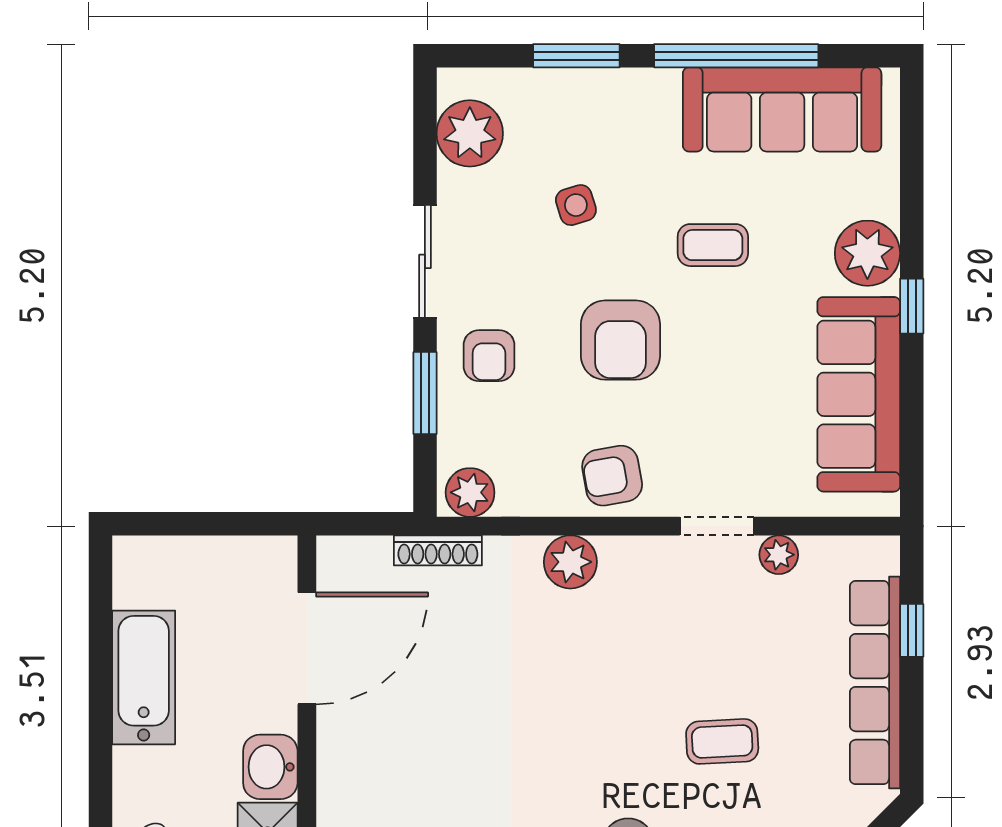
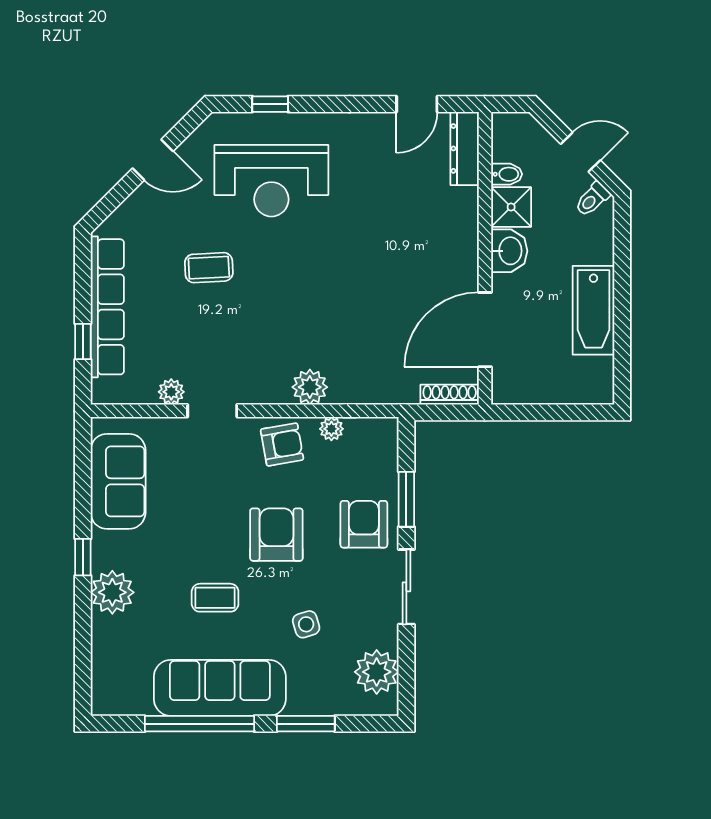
sofa: (782, 109) -> (220, 688), moved
armchair: (489, 356) -> (364, 524), width x1.38, depth x1.38
sofa: (859, 394) -> (118, 481), width x0.73
plant: (470, 492) -> (331, 429), moved, width x0.73, depth x0.73
shoe rack: (438, 550) -> (450, 395), moved

